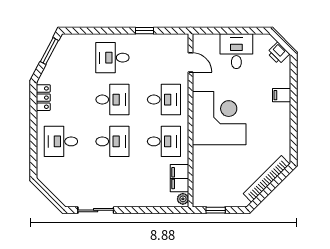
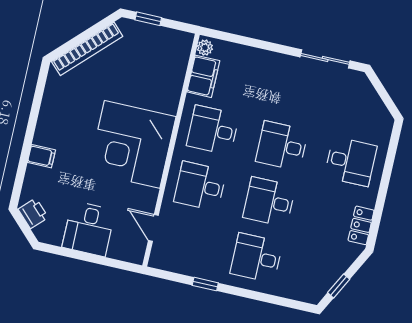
window: (49, 51) -> (339, 286), width x0.67
desk: (112, 58) -> (256, 258), turned 180
window: (216, 210) -> (148, 19), moved

